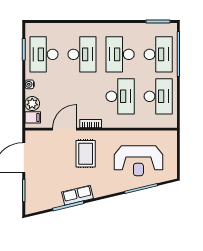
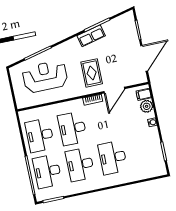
desk: (44, 54) -> (145, 151), removed
desk: (120, 54) -> (80, 164), turned 180

